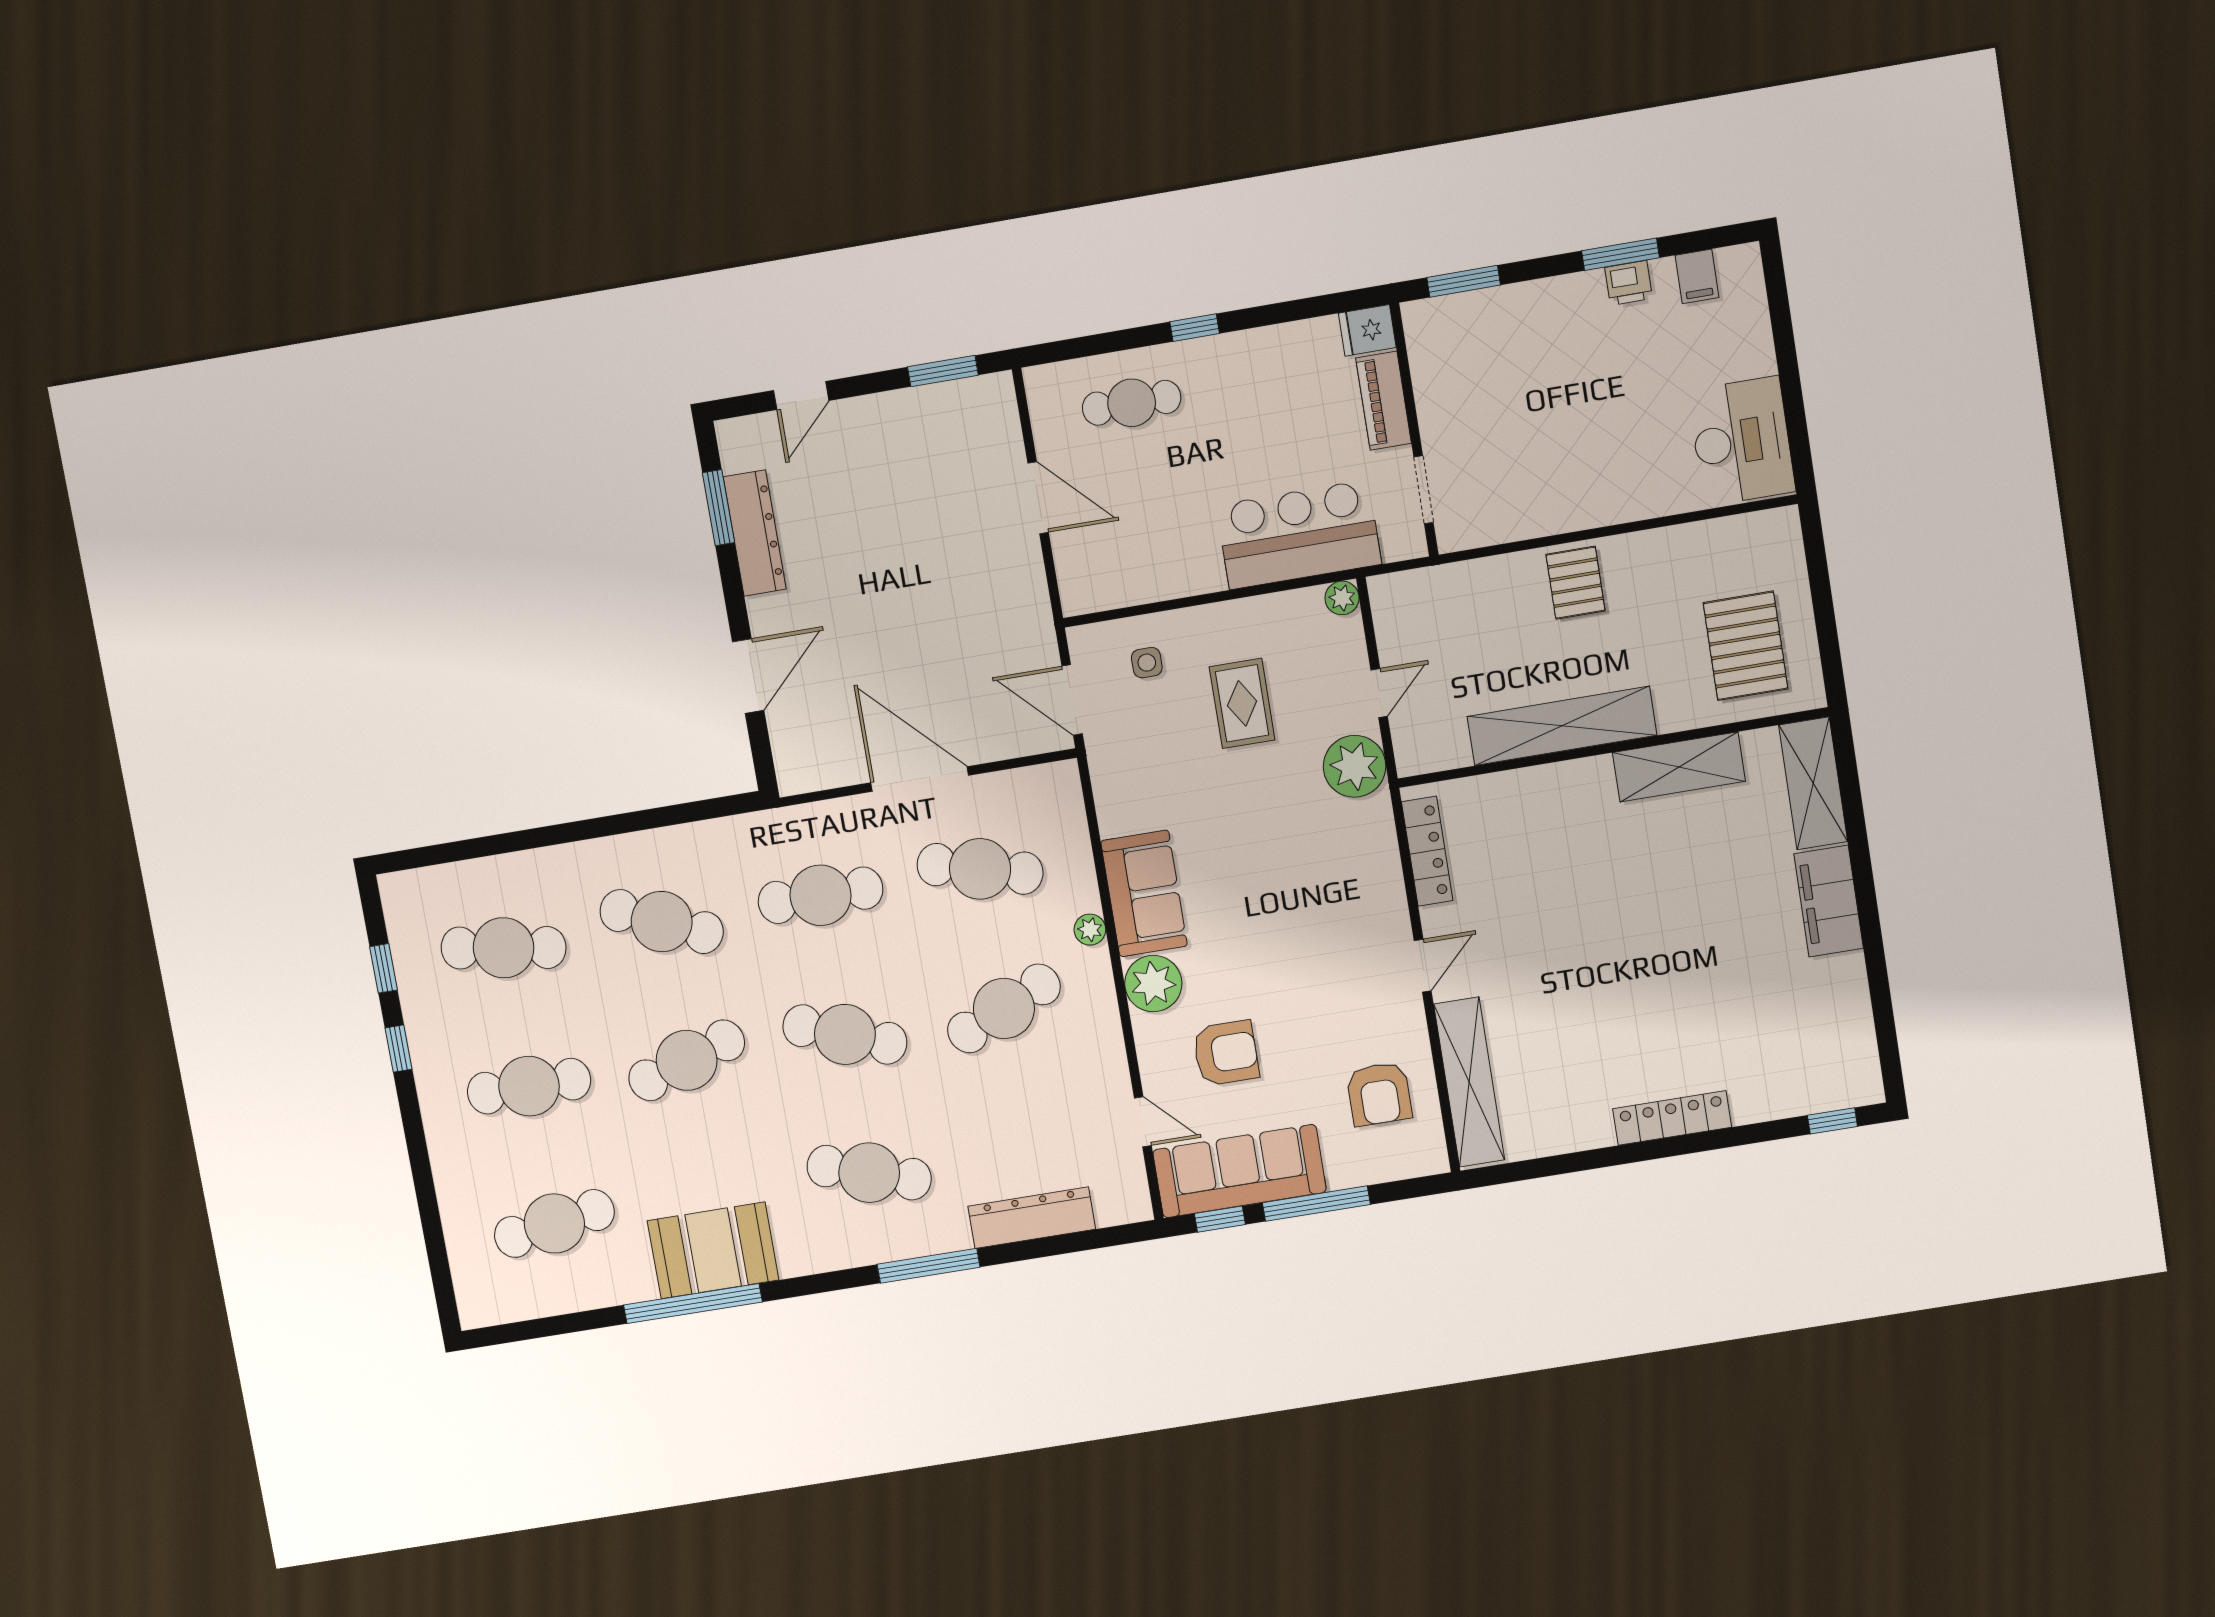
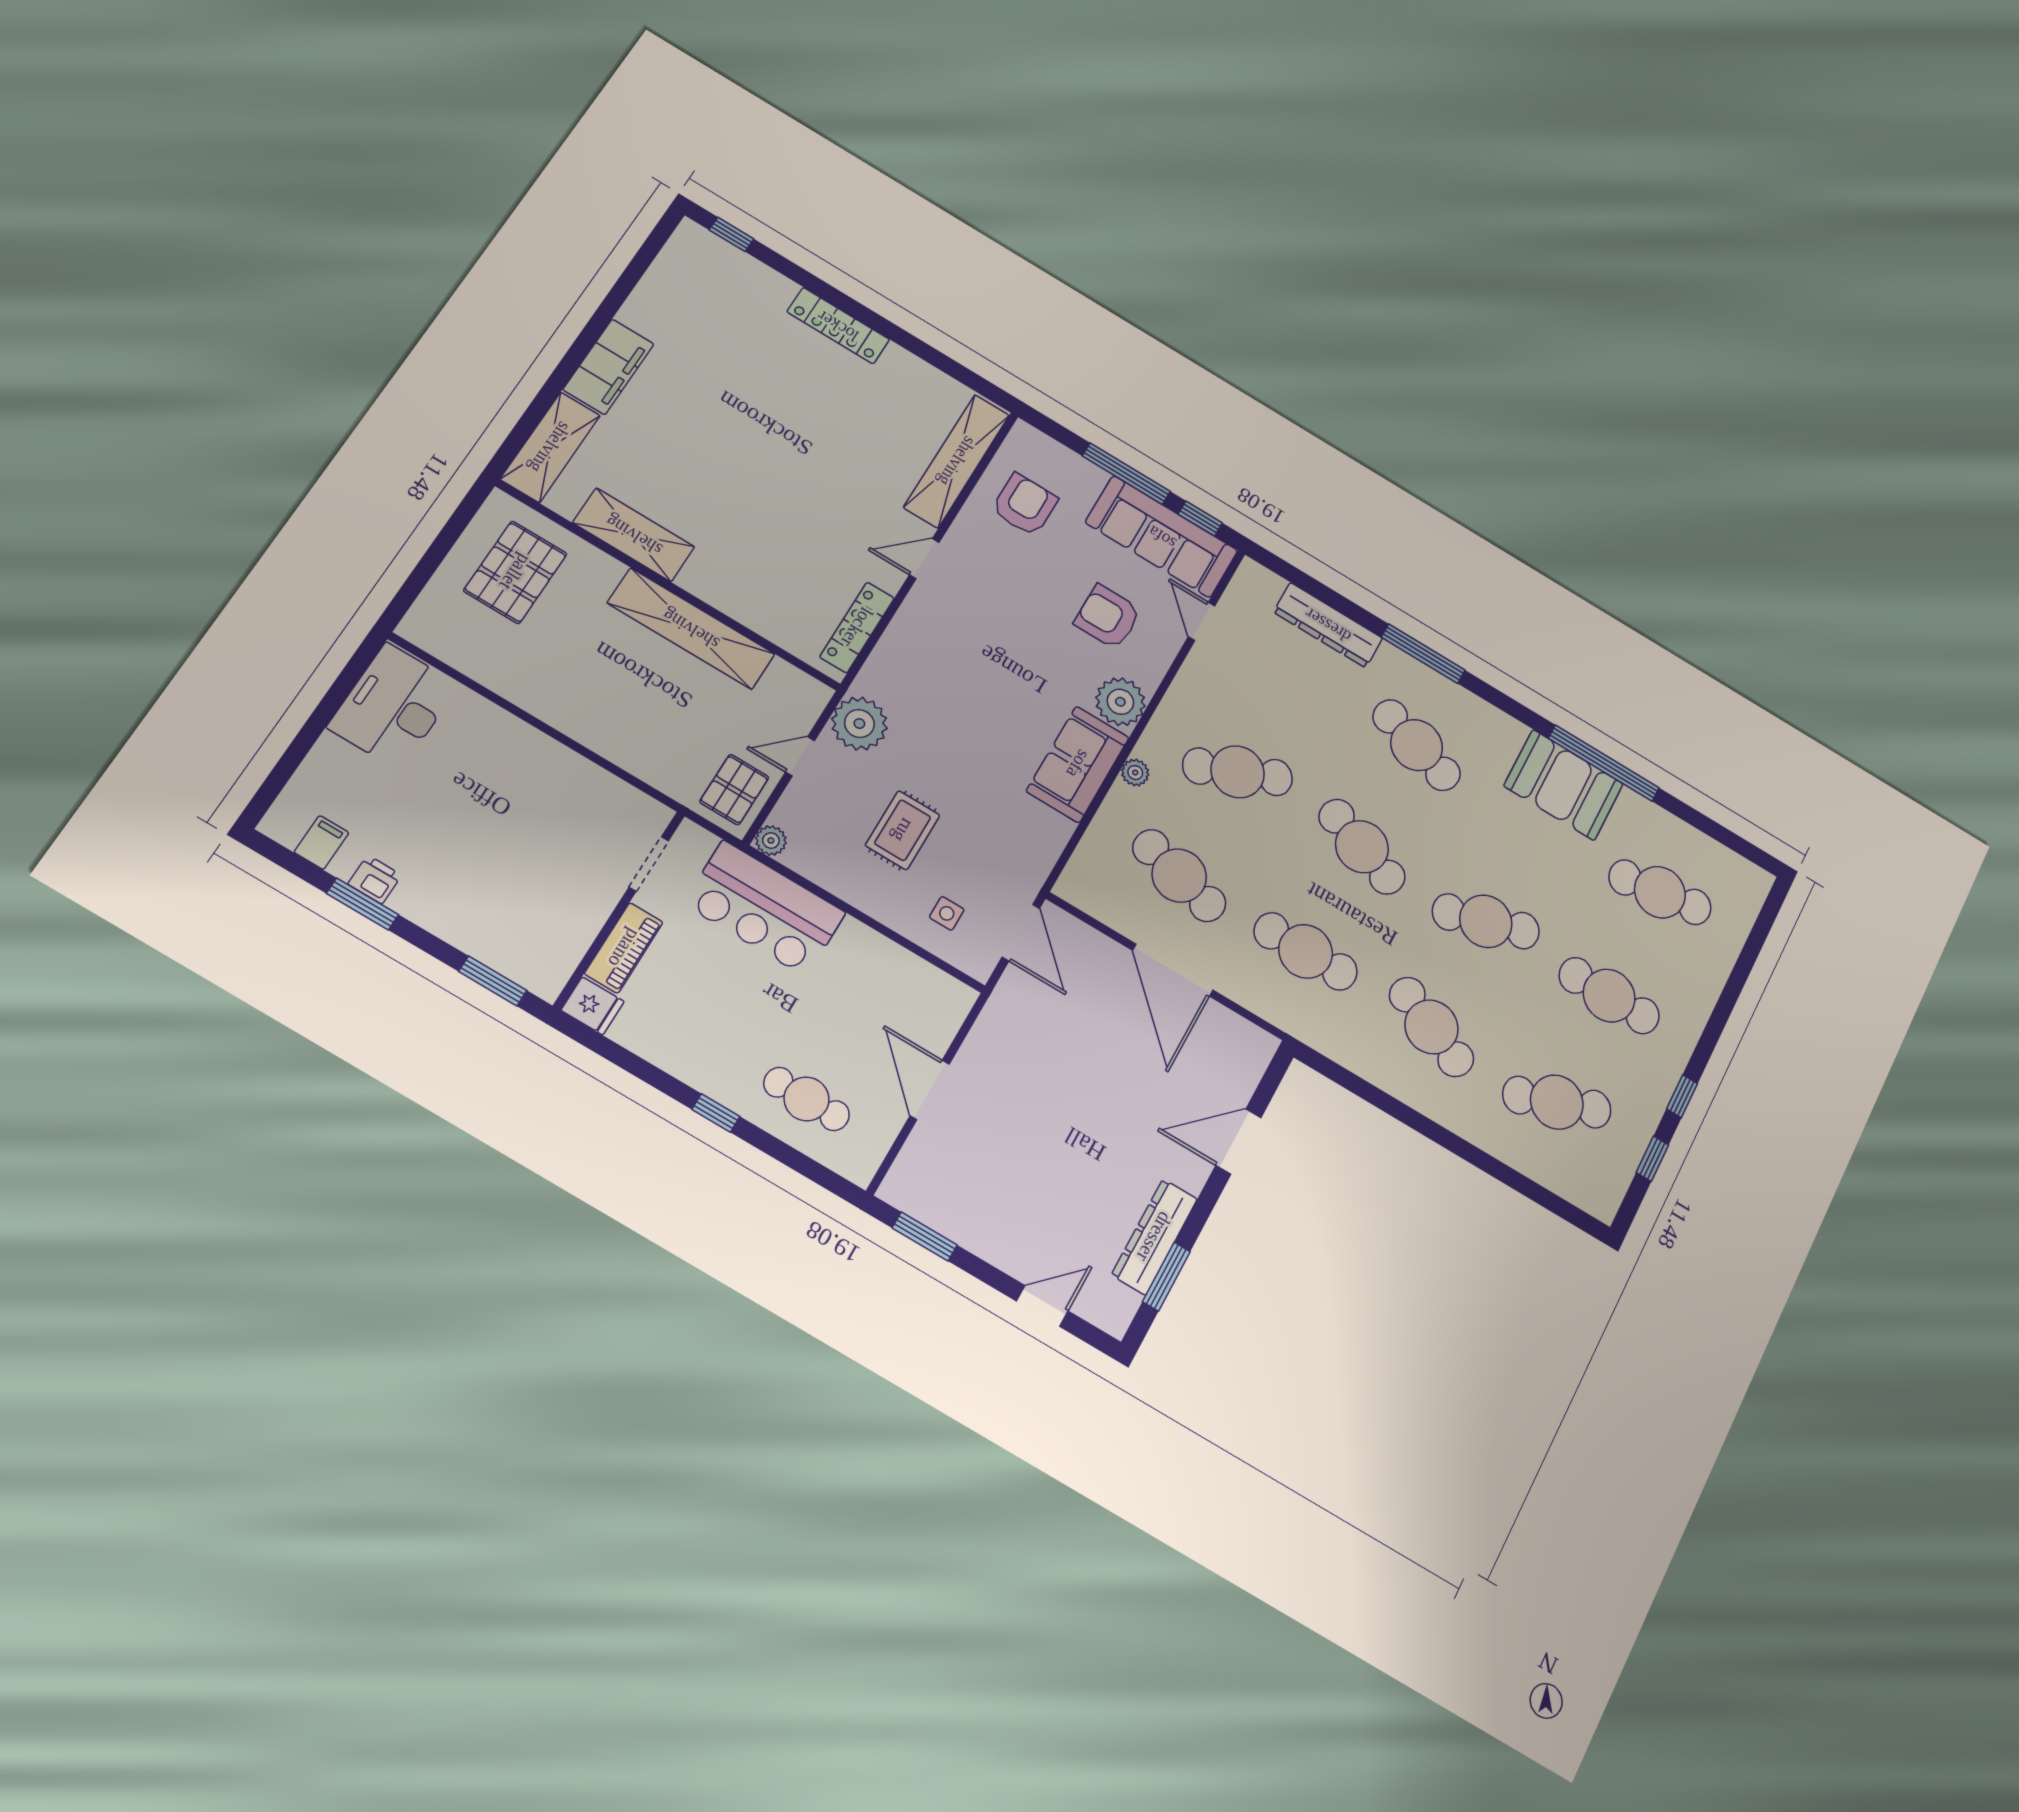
pallet: (1576, 583) -> (734, 790), moved
cafe table: (504, 948) -> (1557, 1102), turned -30

